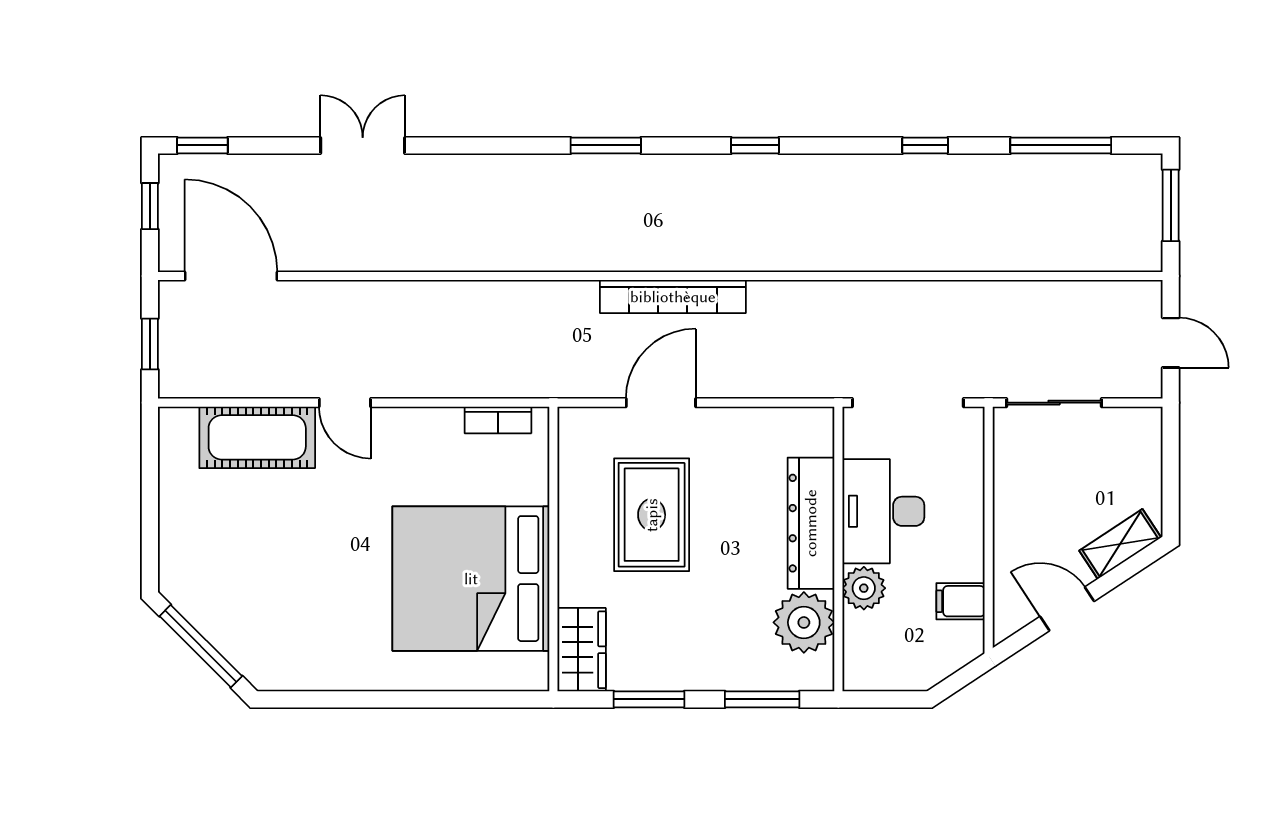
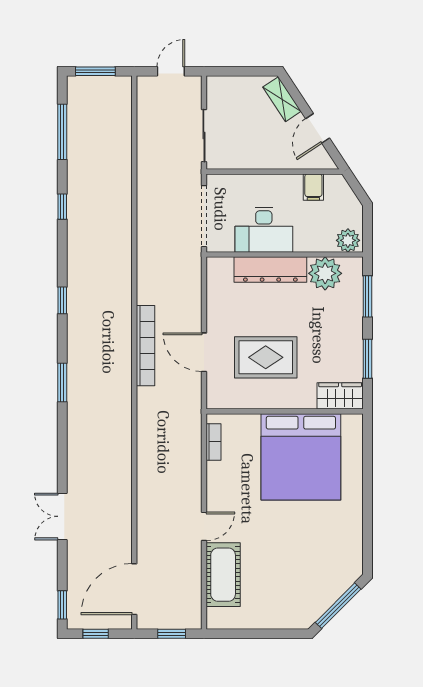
plant: (864, 588) -> (348, 240), moved

